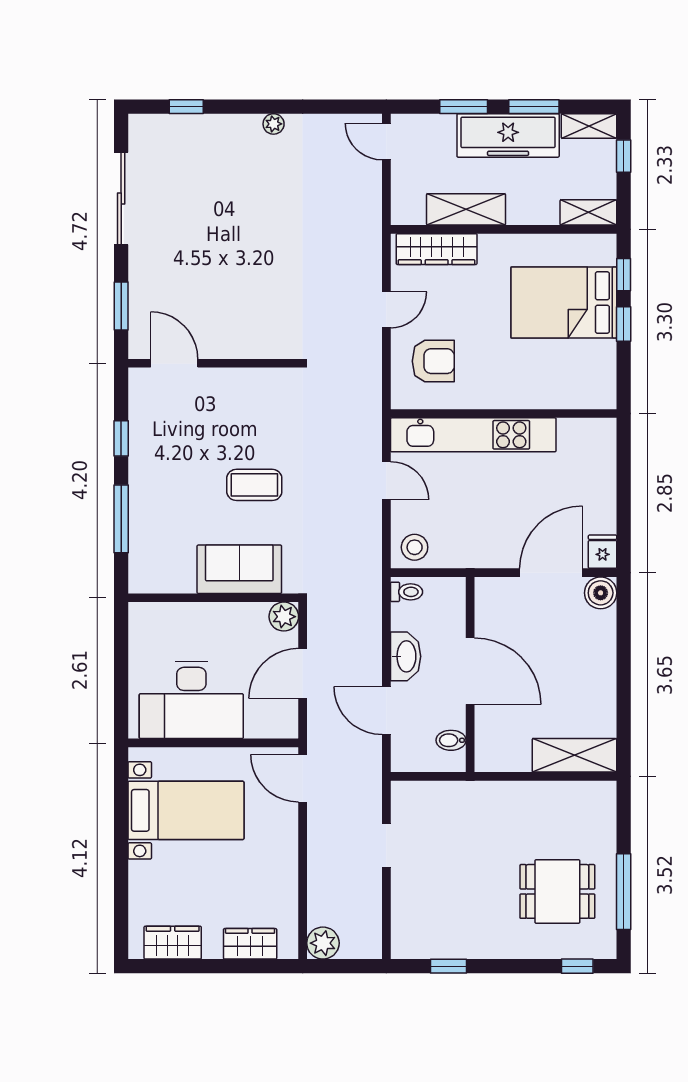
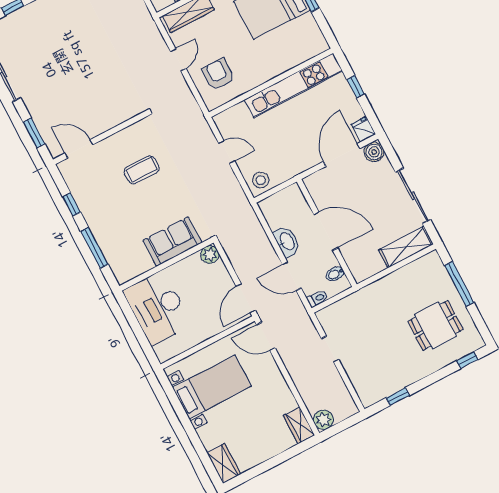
armchair: (433, 361) -> (218, 74), turned -90
kitchen unit: (473, 435) -> (293, 86), moved
window: (624, 484) -> (356, 87), added
coffee table: (254, 485) -> (142, 170), moved
toilet: (406, 592) -> (317, 298), moved
door: (303, 673) -> (246, 298), moved
sliding door: (624, 686) -> (413, 196), added
desk: (191, 700) -> (157, 308), moved, turned 90
window: (624, 892) -> (459, 284), moved
wardrobe: (173, 943) -> (224, 463), moved, turned 90
wardrobe: (250, 944) -> (299, 425), moved, turned -90

